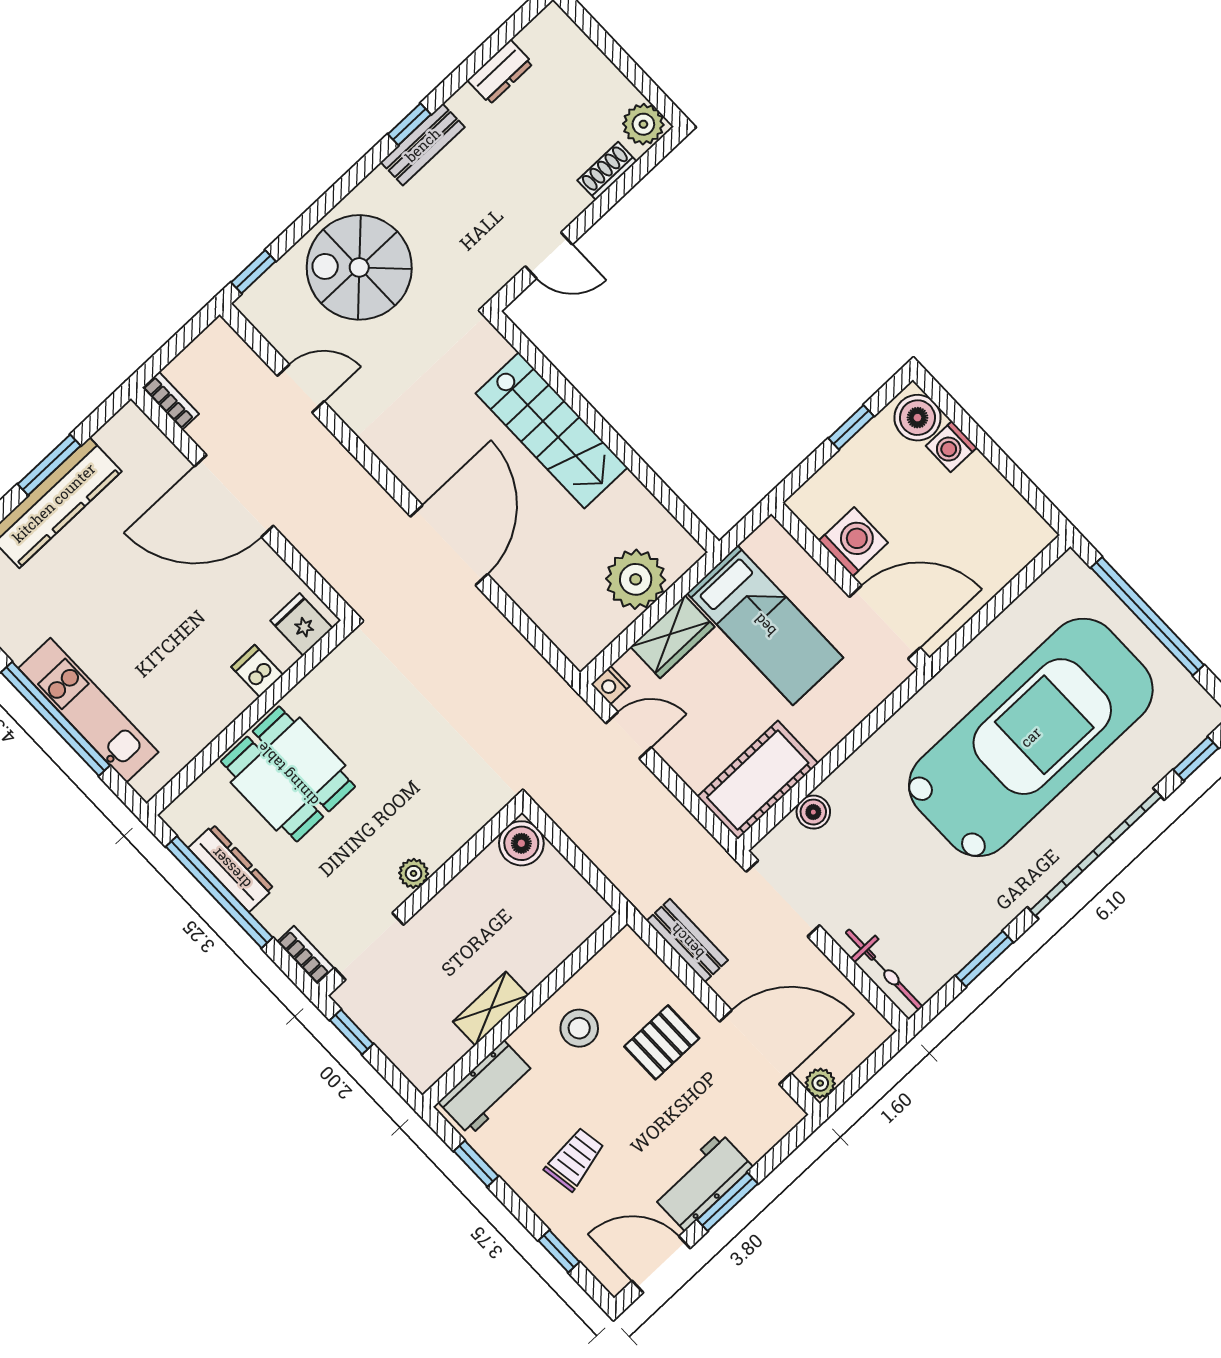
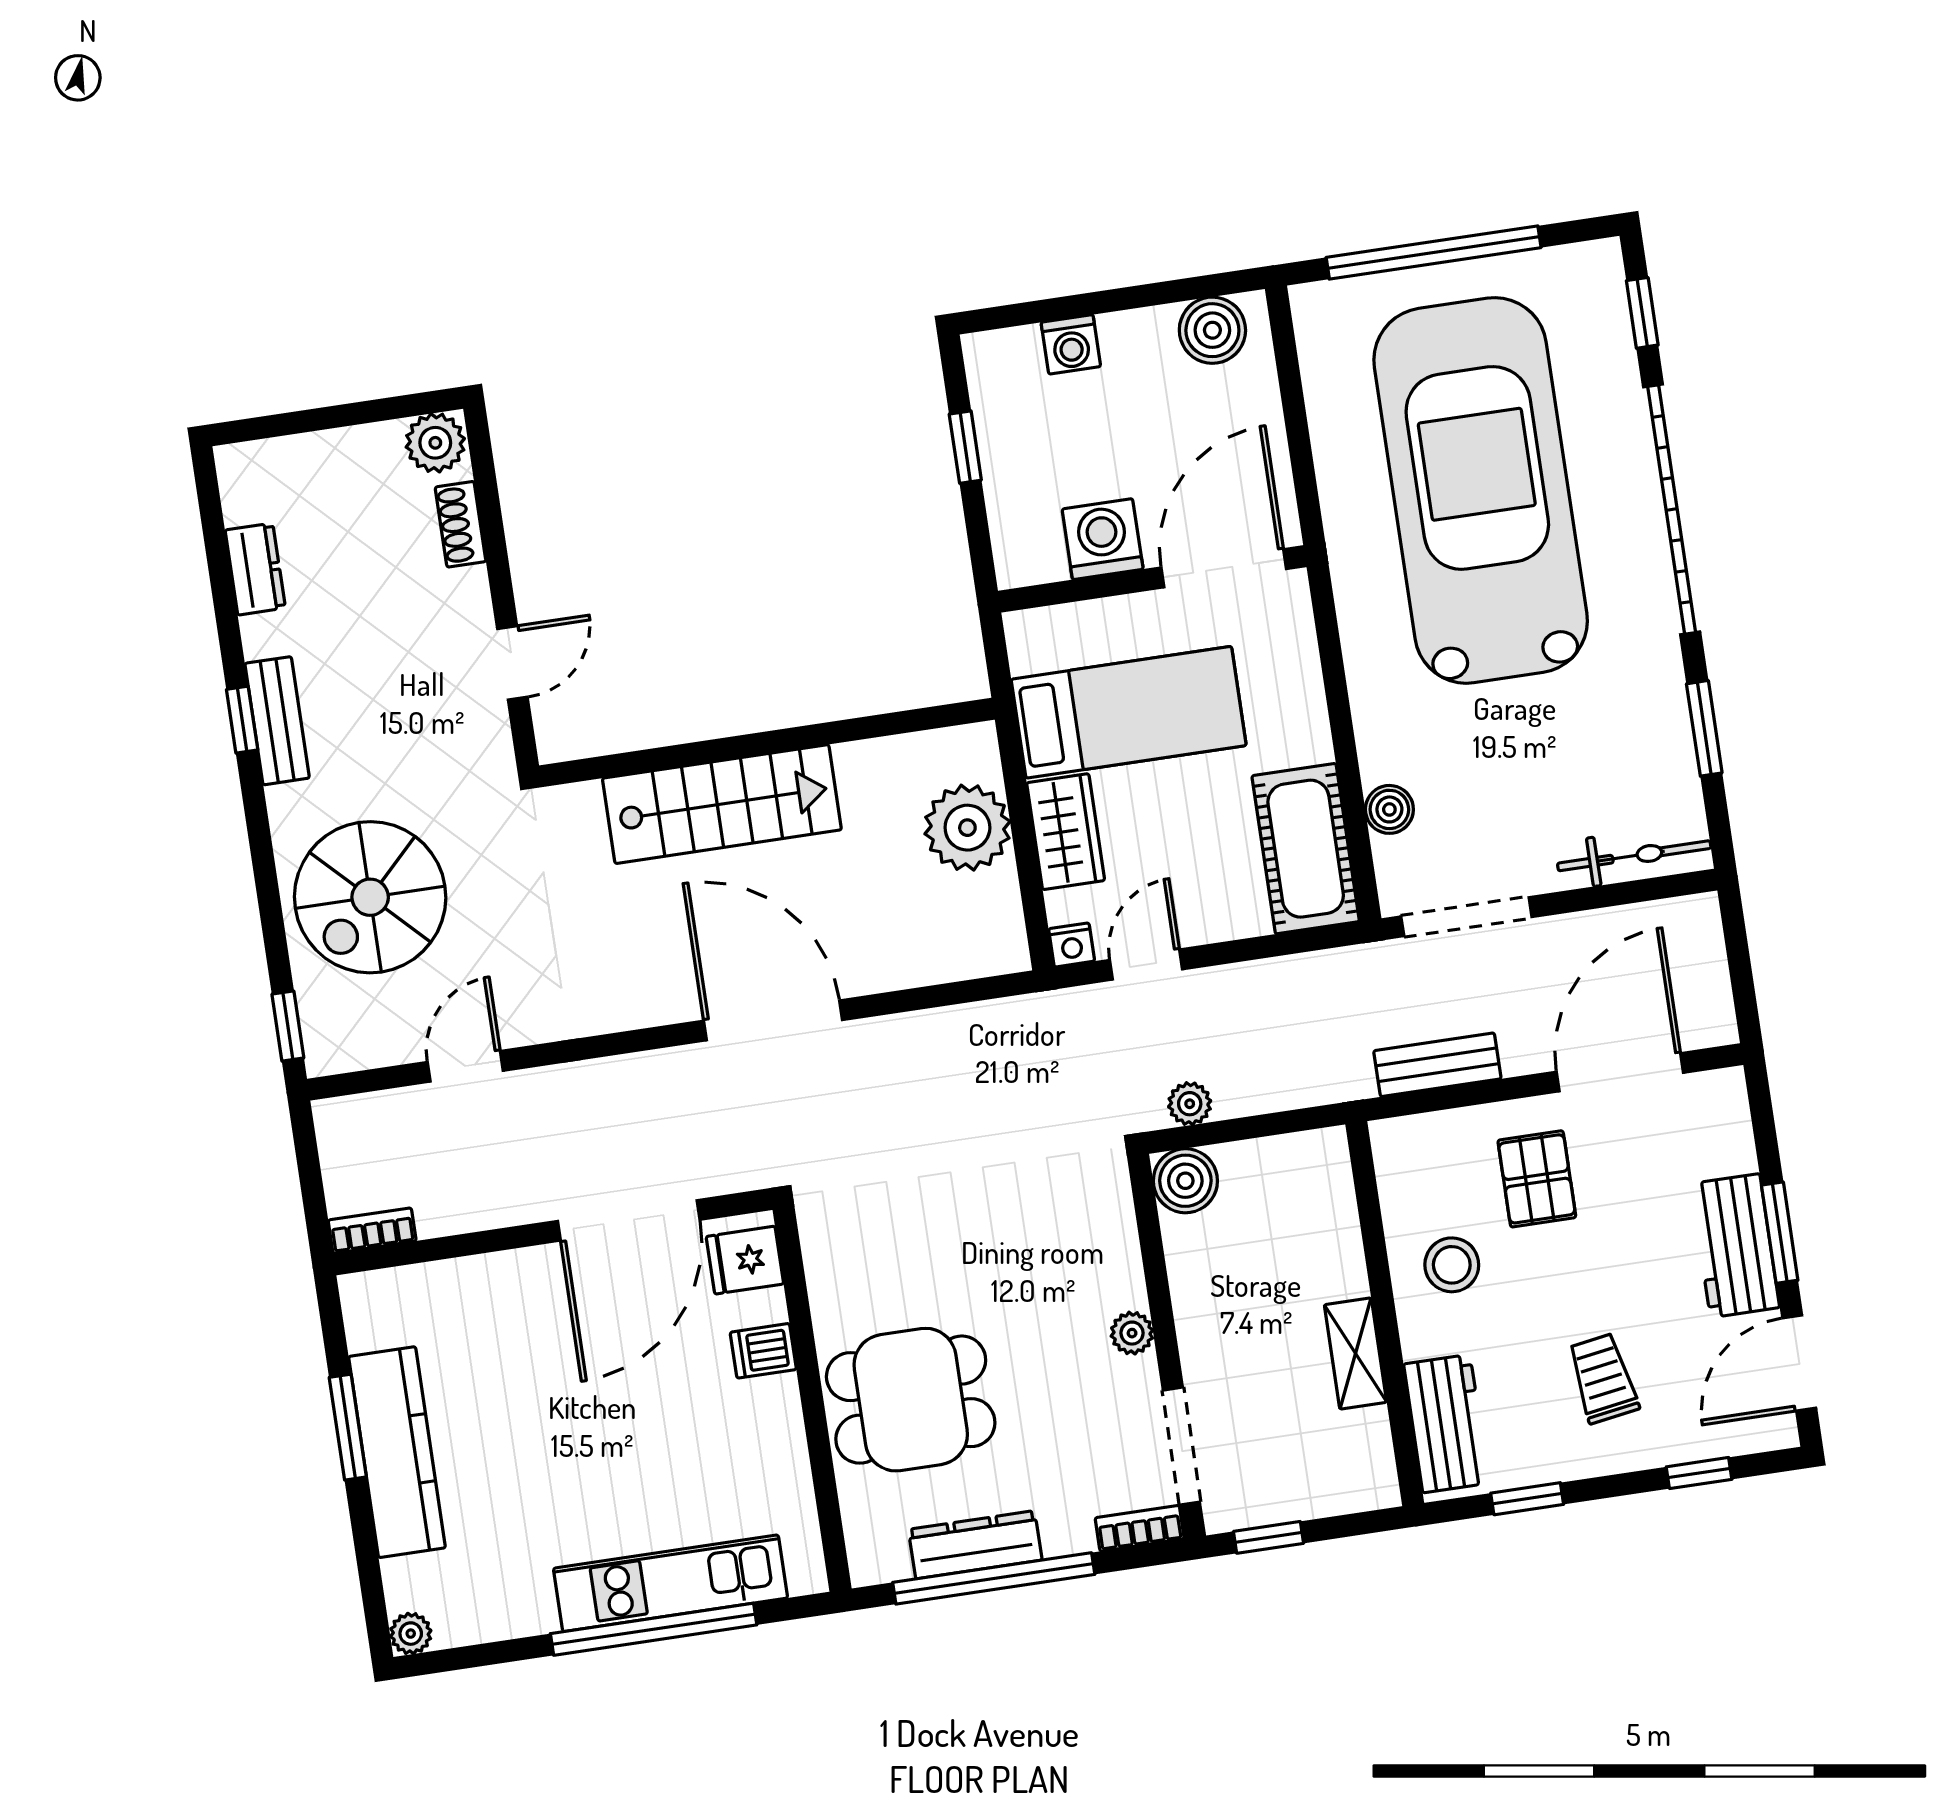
boiler: (917, 418) -> (1212, 330), moved
door: (234, 496) -> (629, 1220), moved
plant: (820, 1083) -> (1190, 1104), moved

